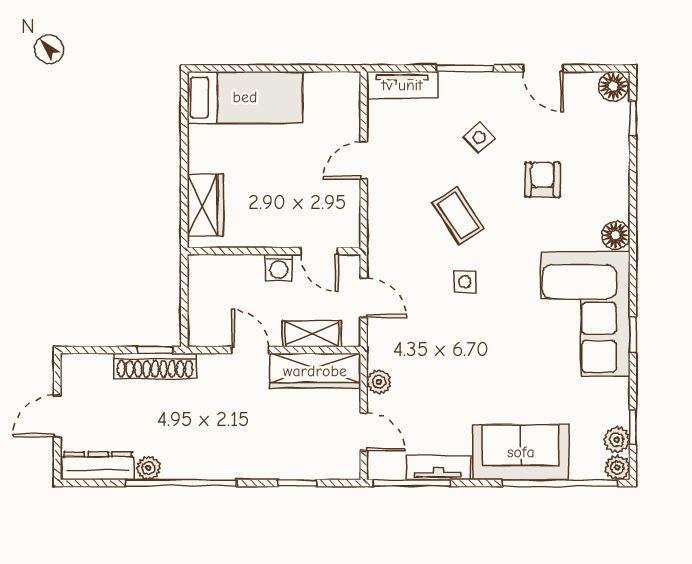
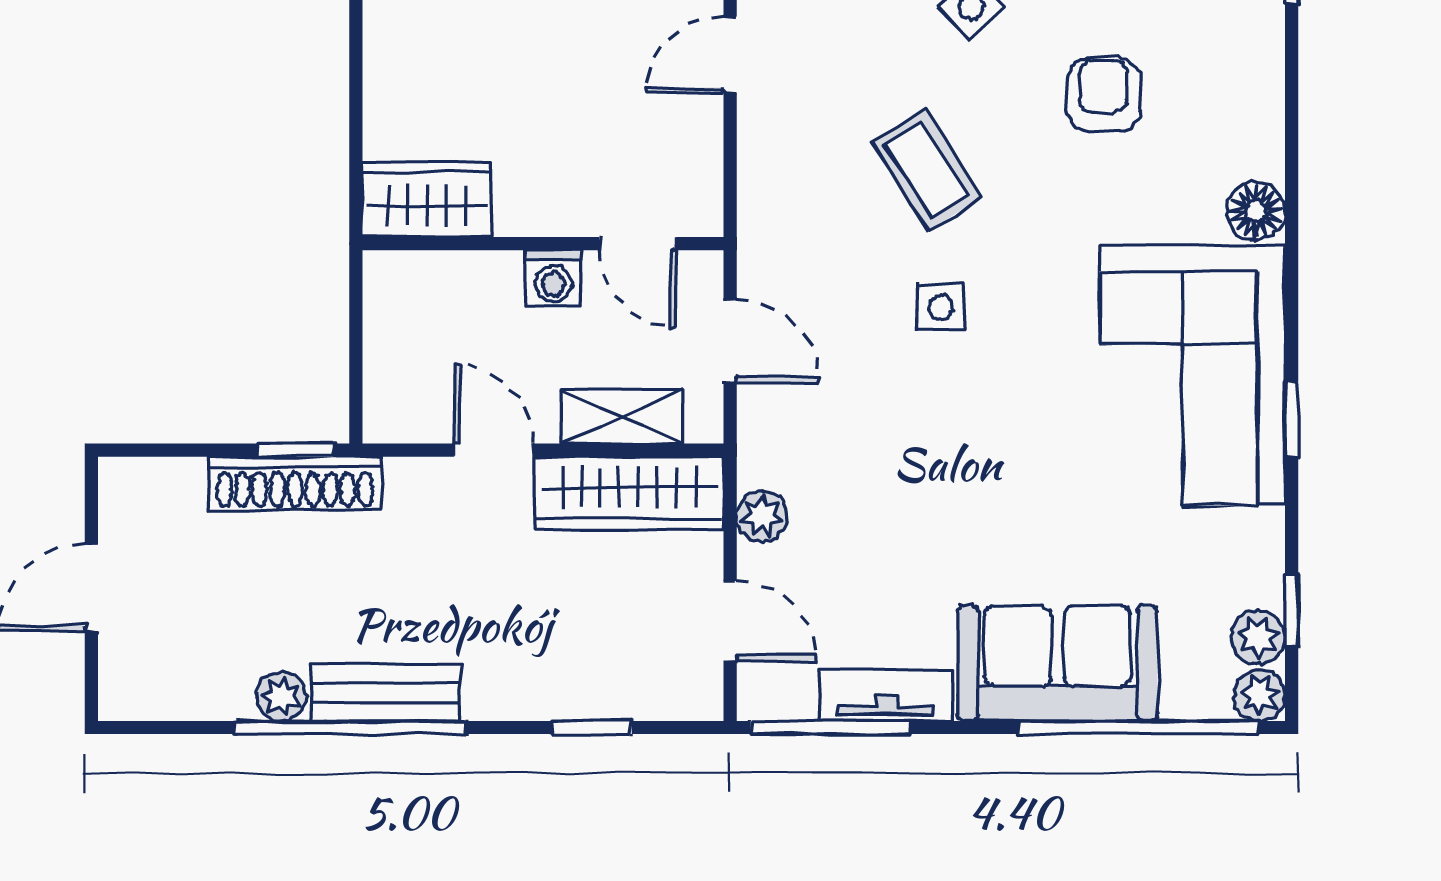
wardrobe: (205, 205) -> (427, 200), moved, turned -90
dresser: (98, 466) -> (176, 692), removed
bench: (198, 466) -> (386, 693), added

